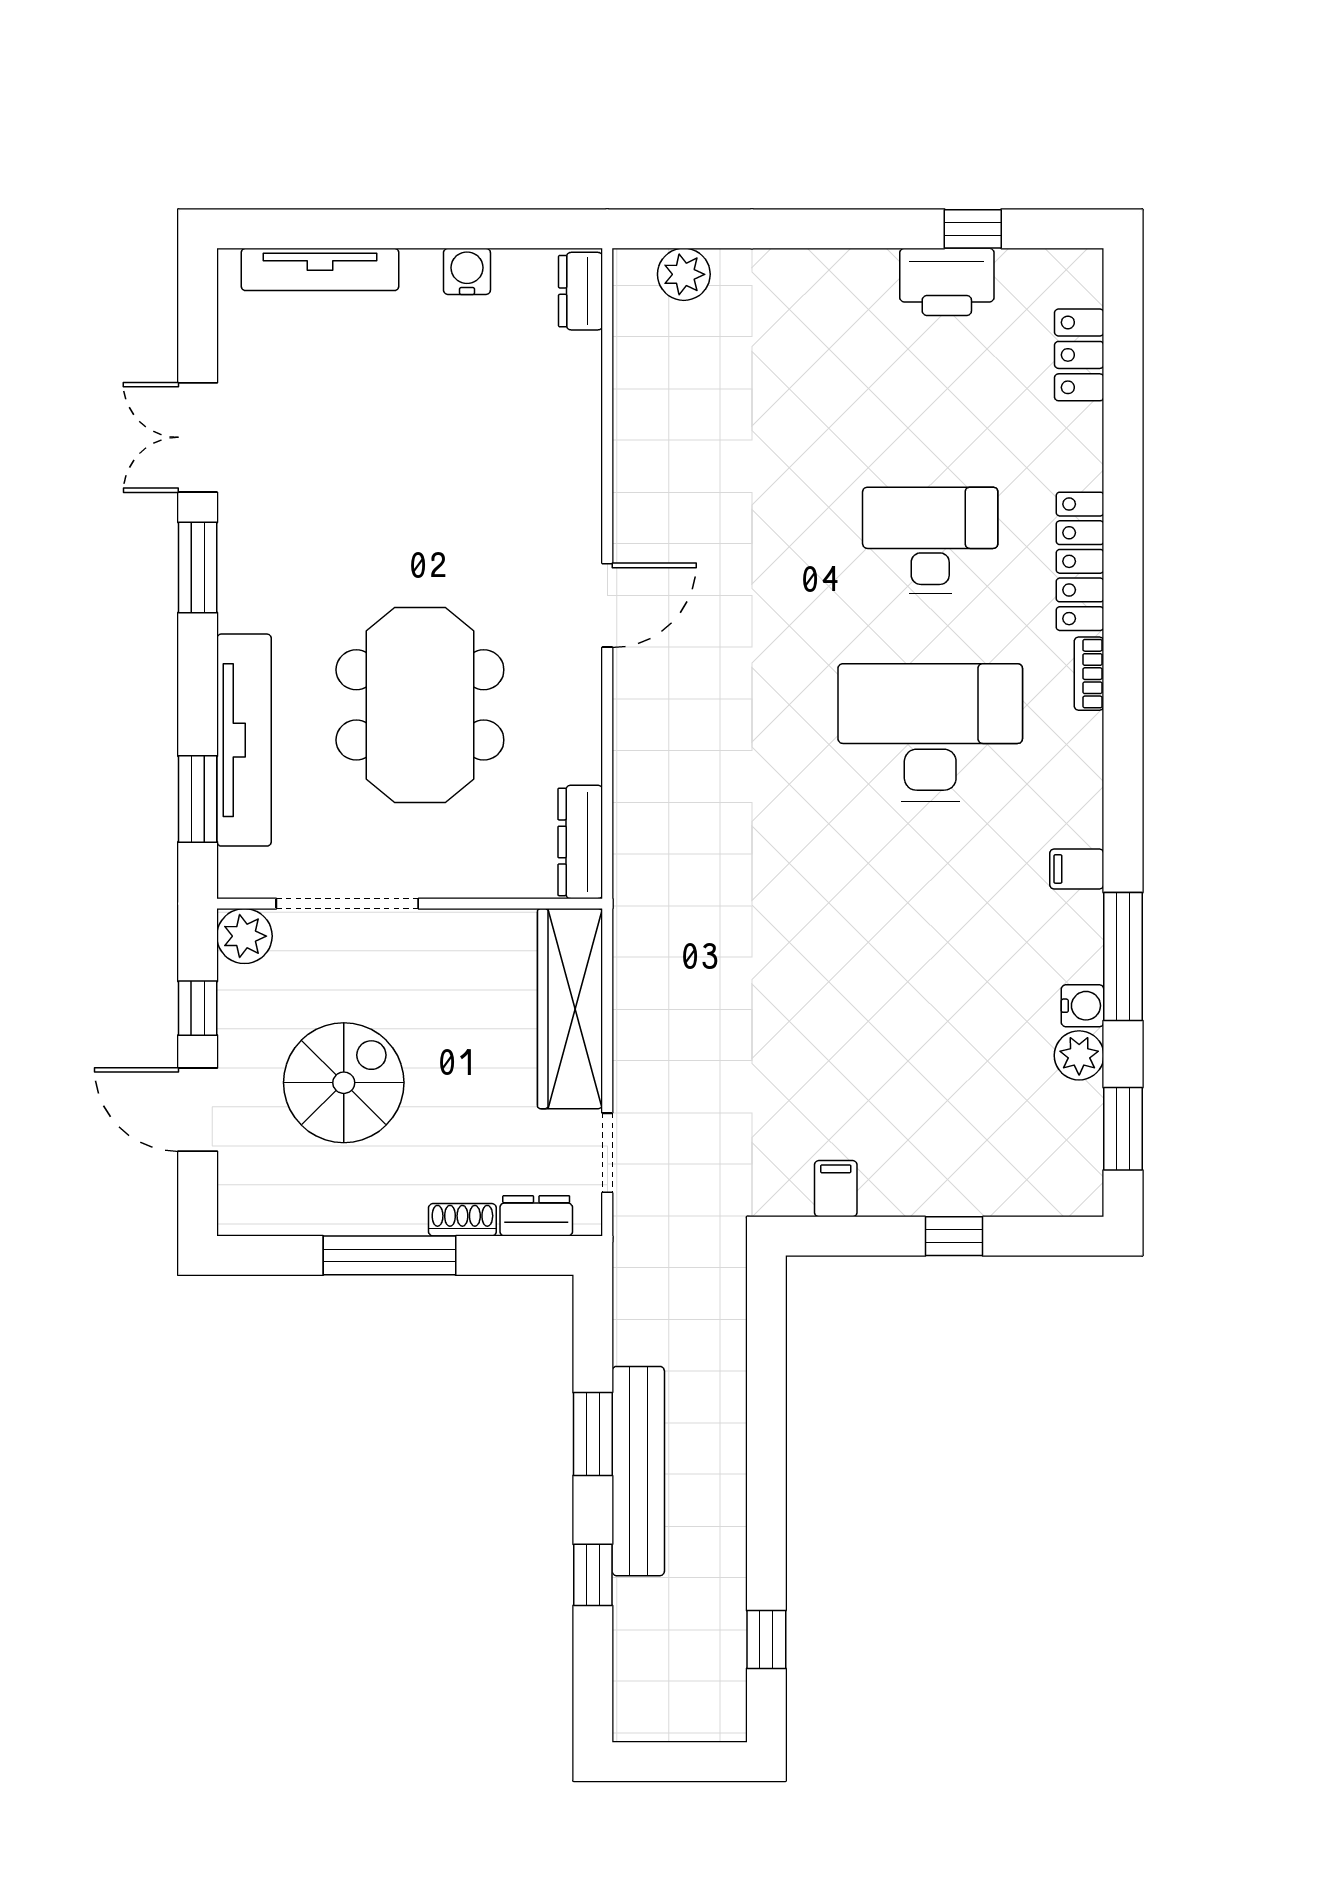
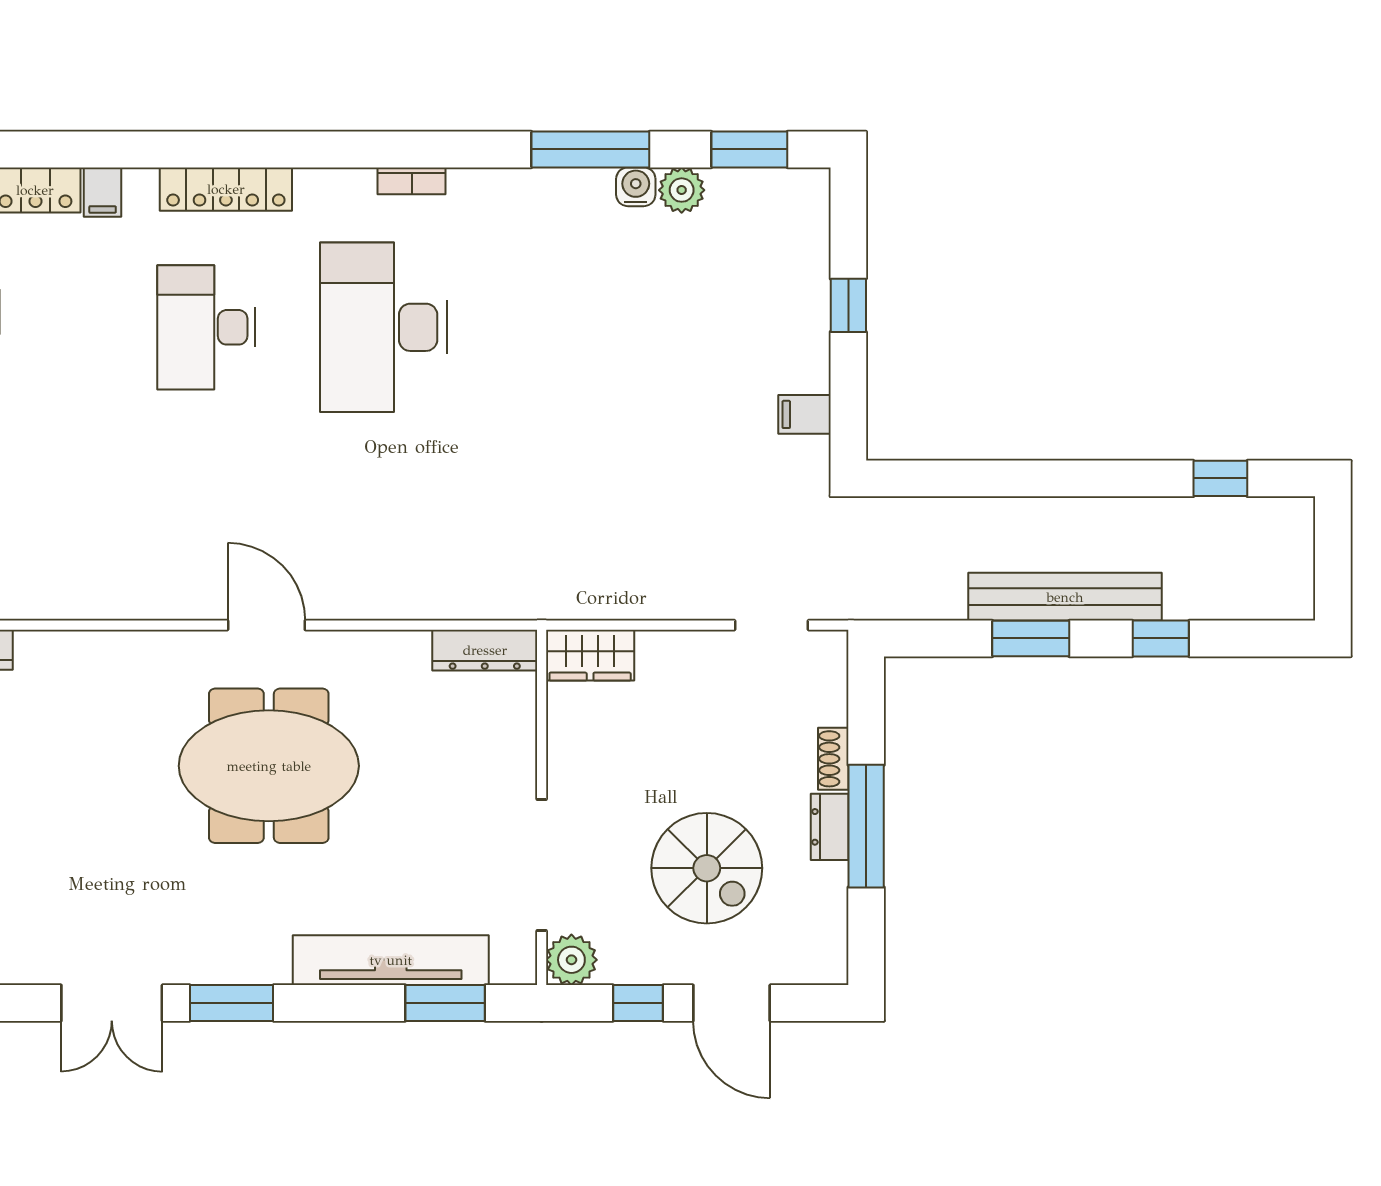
bookcase: (1089, 674) -> (412, 181), moved
meeting table: (420, 705) -> (269, 766), moved
filing cabinet: (1077, 869) -> (103, 192), moved
wardrobe: (570, 1009) -> (590, 655), width x0.48, depth x0.85
spiral stairs: (344, 1083) -> (707, 868), turned 180
door: (198, 1110) -> (732, 1003), hinge flipped
dresser: (536, 1216) -> (830, 827), moved

